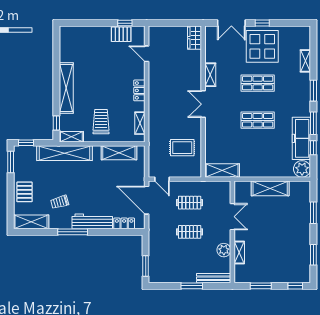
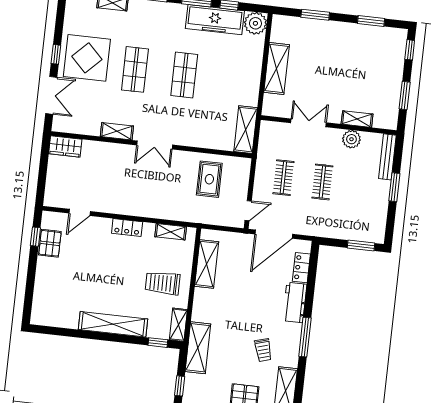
shelving: (65, 153) -> (198, 348), width x0.68
workbench: (92, 221) -> (295, 302), width x0.73

